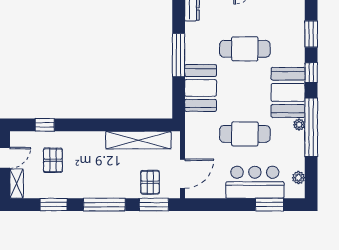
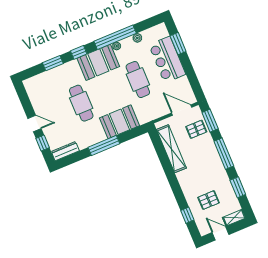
plant: (299, 178) -> (137, 38), moved

